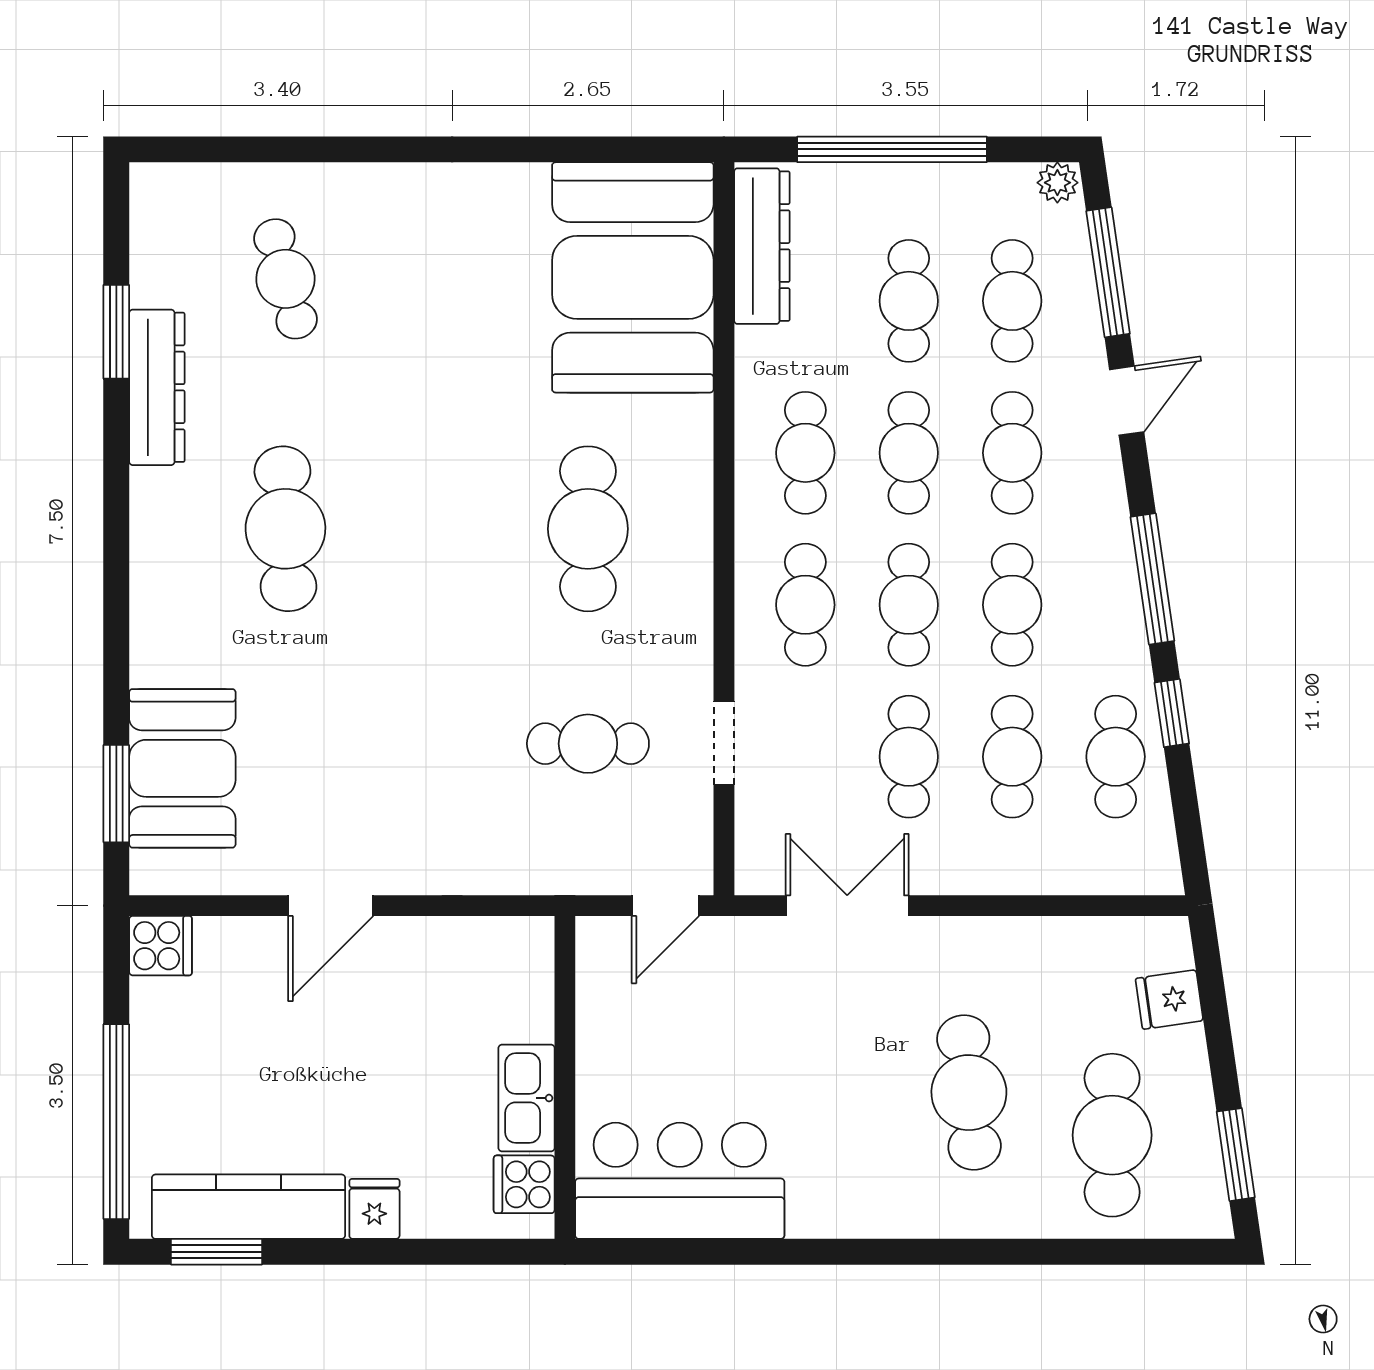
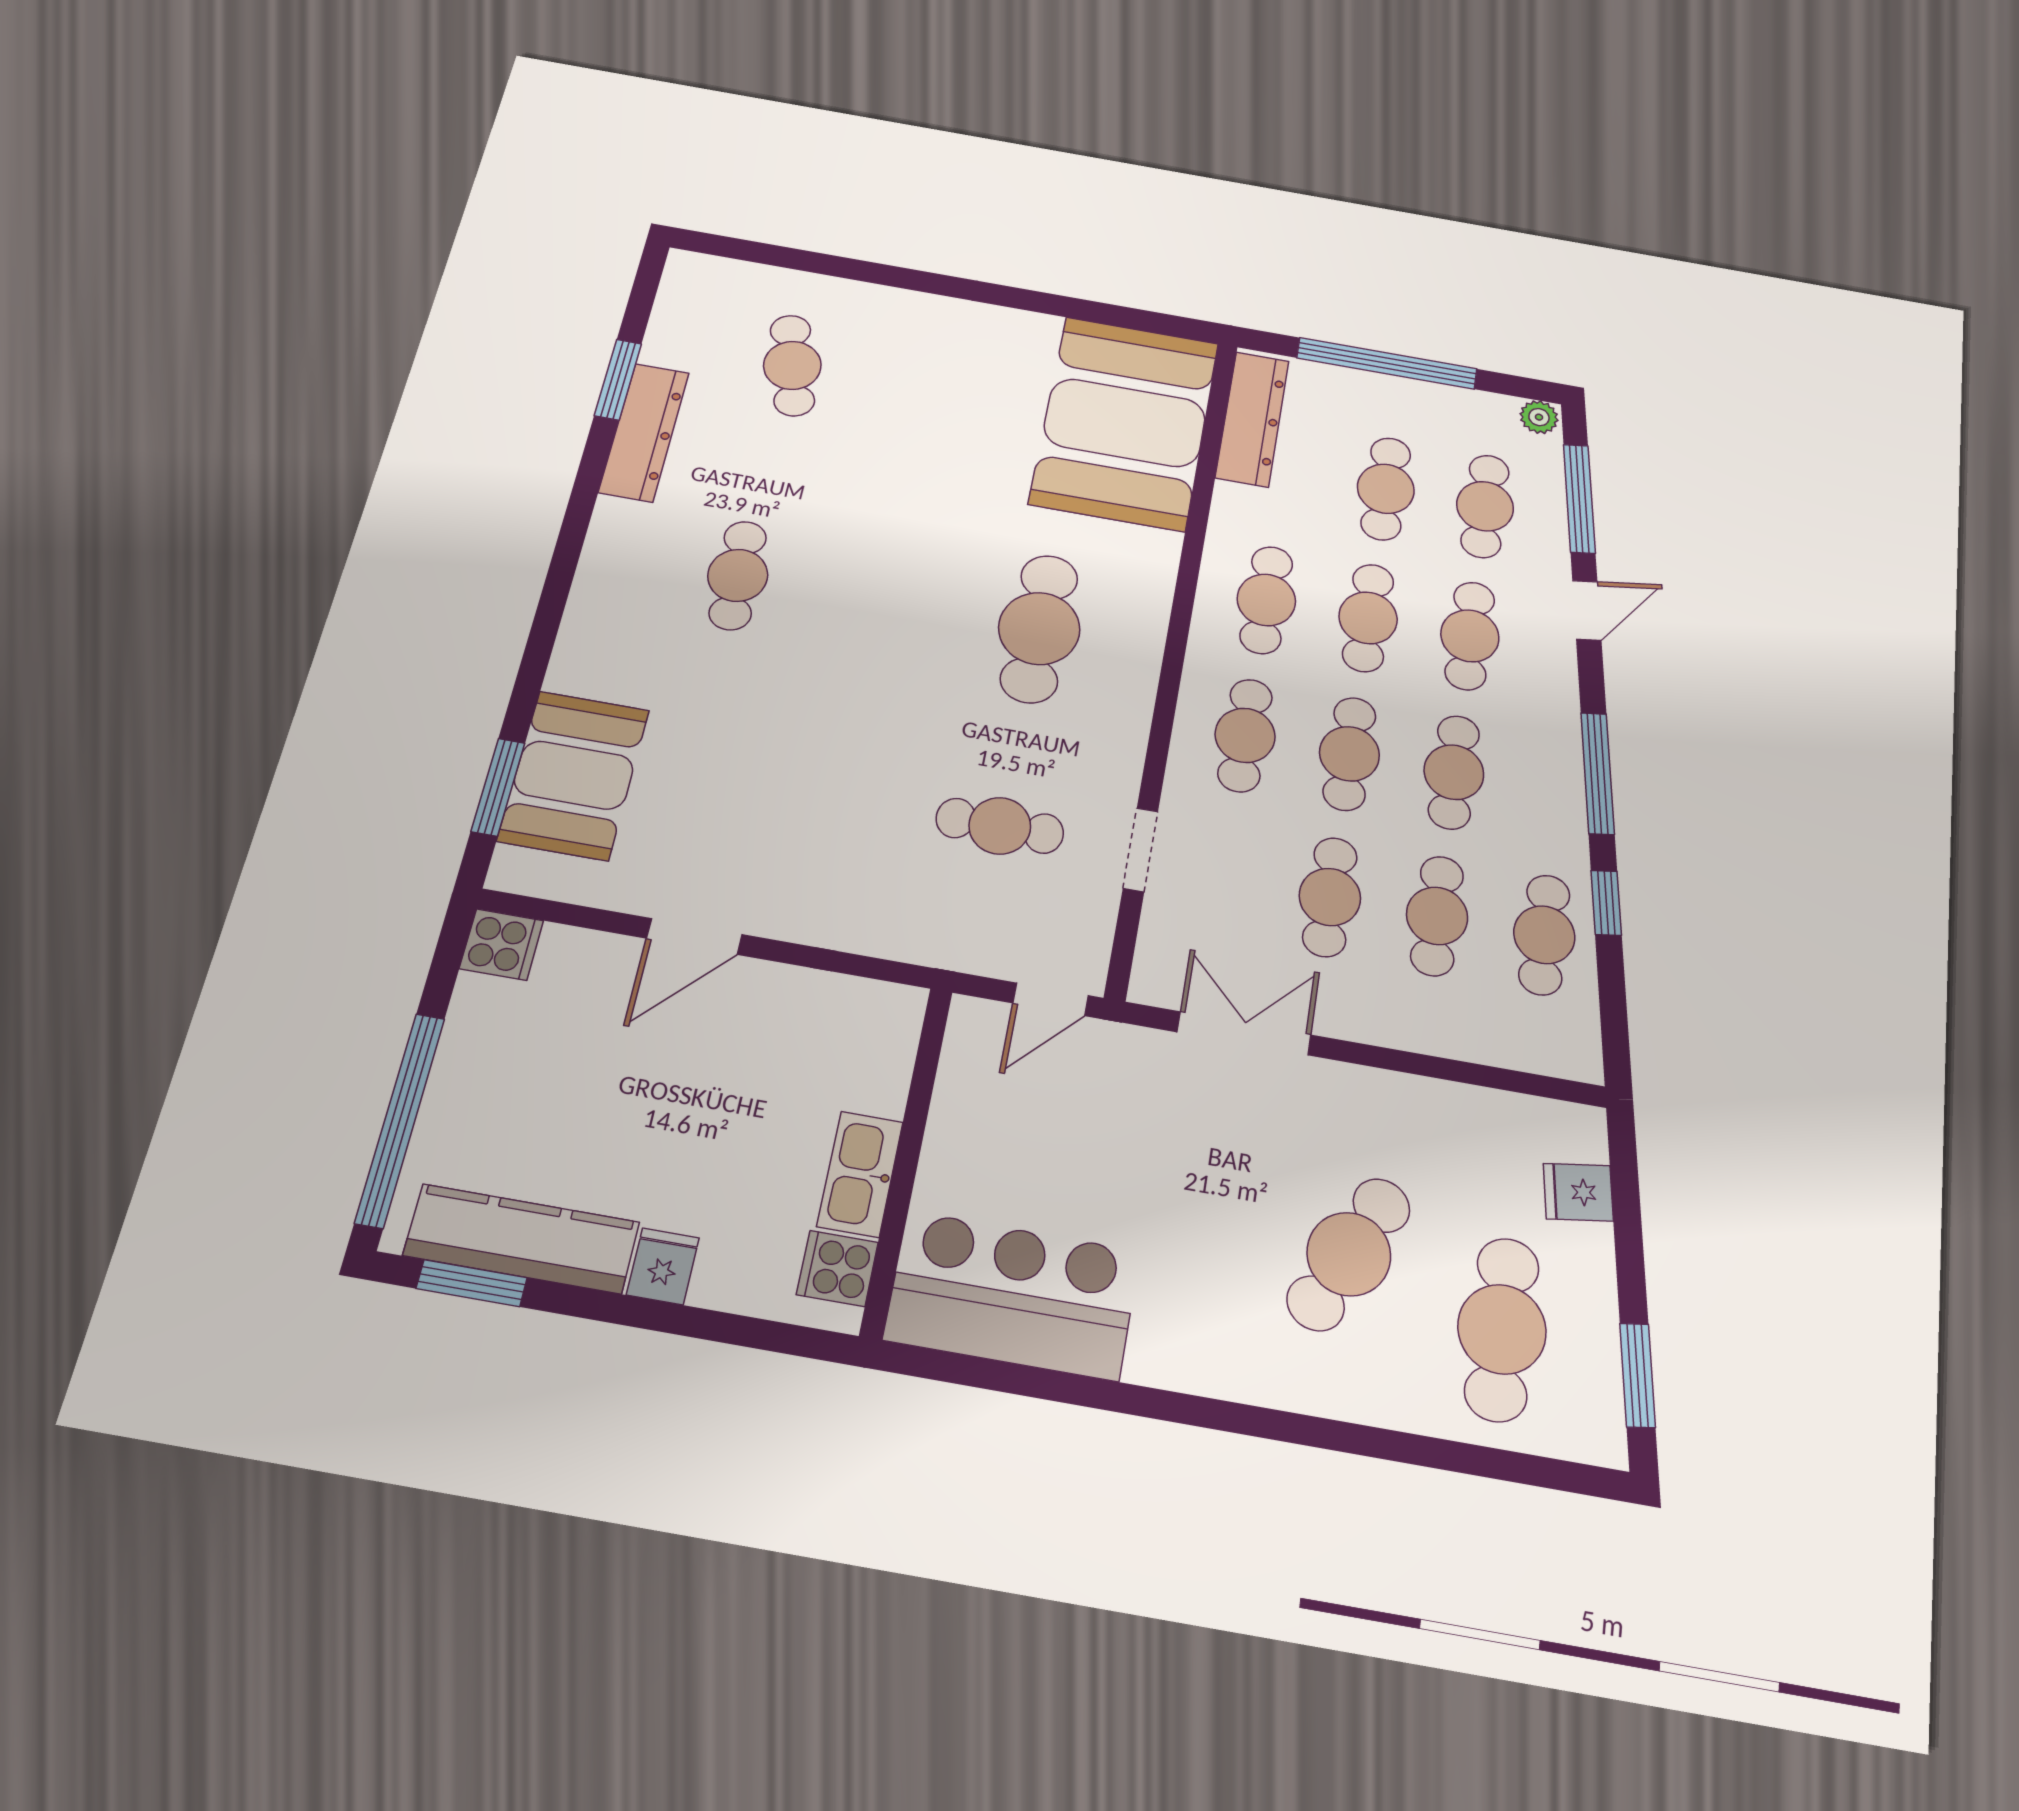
cafe table: (285, 529) -> (738, 575), width x0.73, depth x0.74
cafe table: (969, 1093) -> (1349, 1254), turned 32

